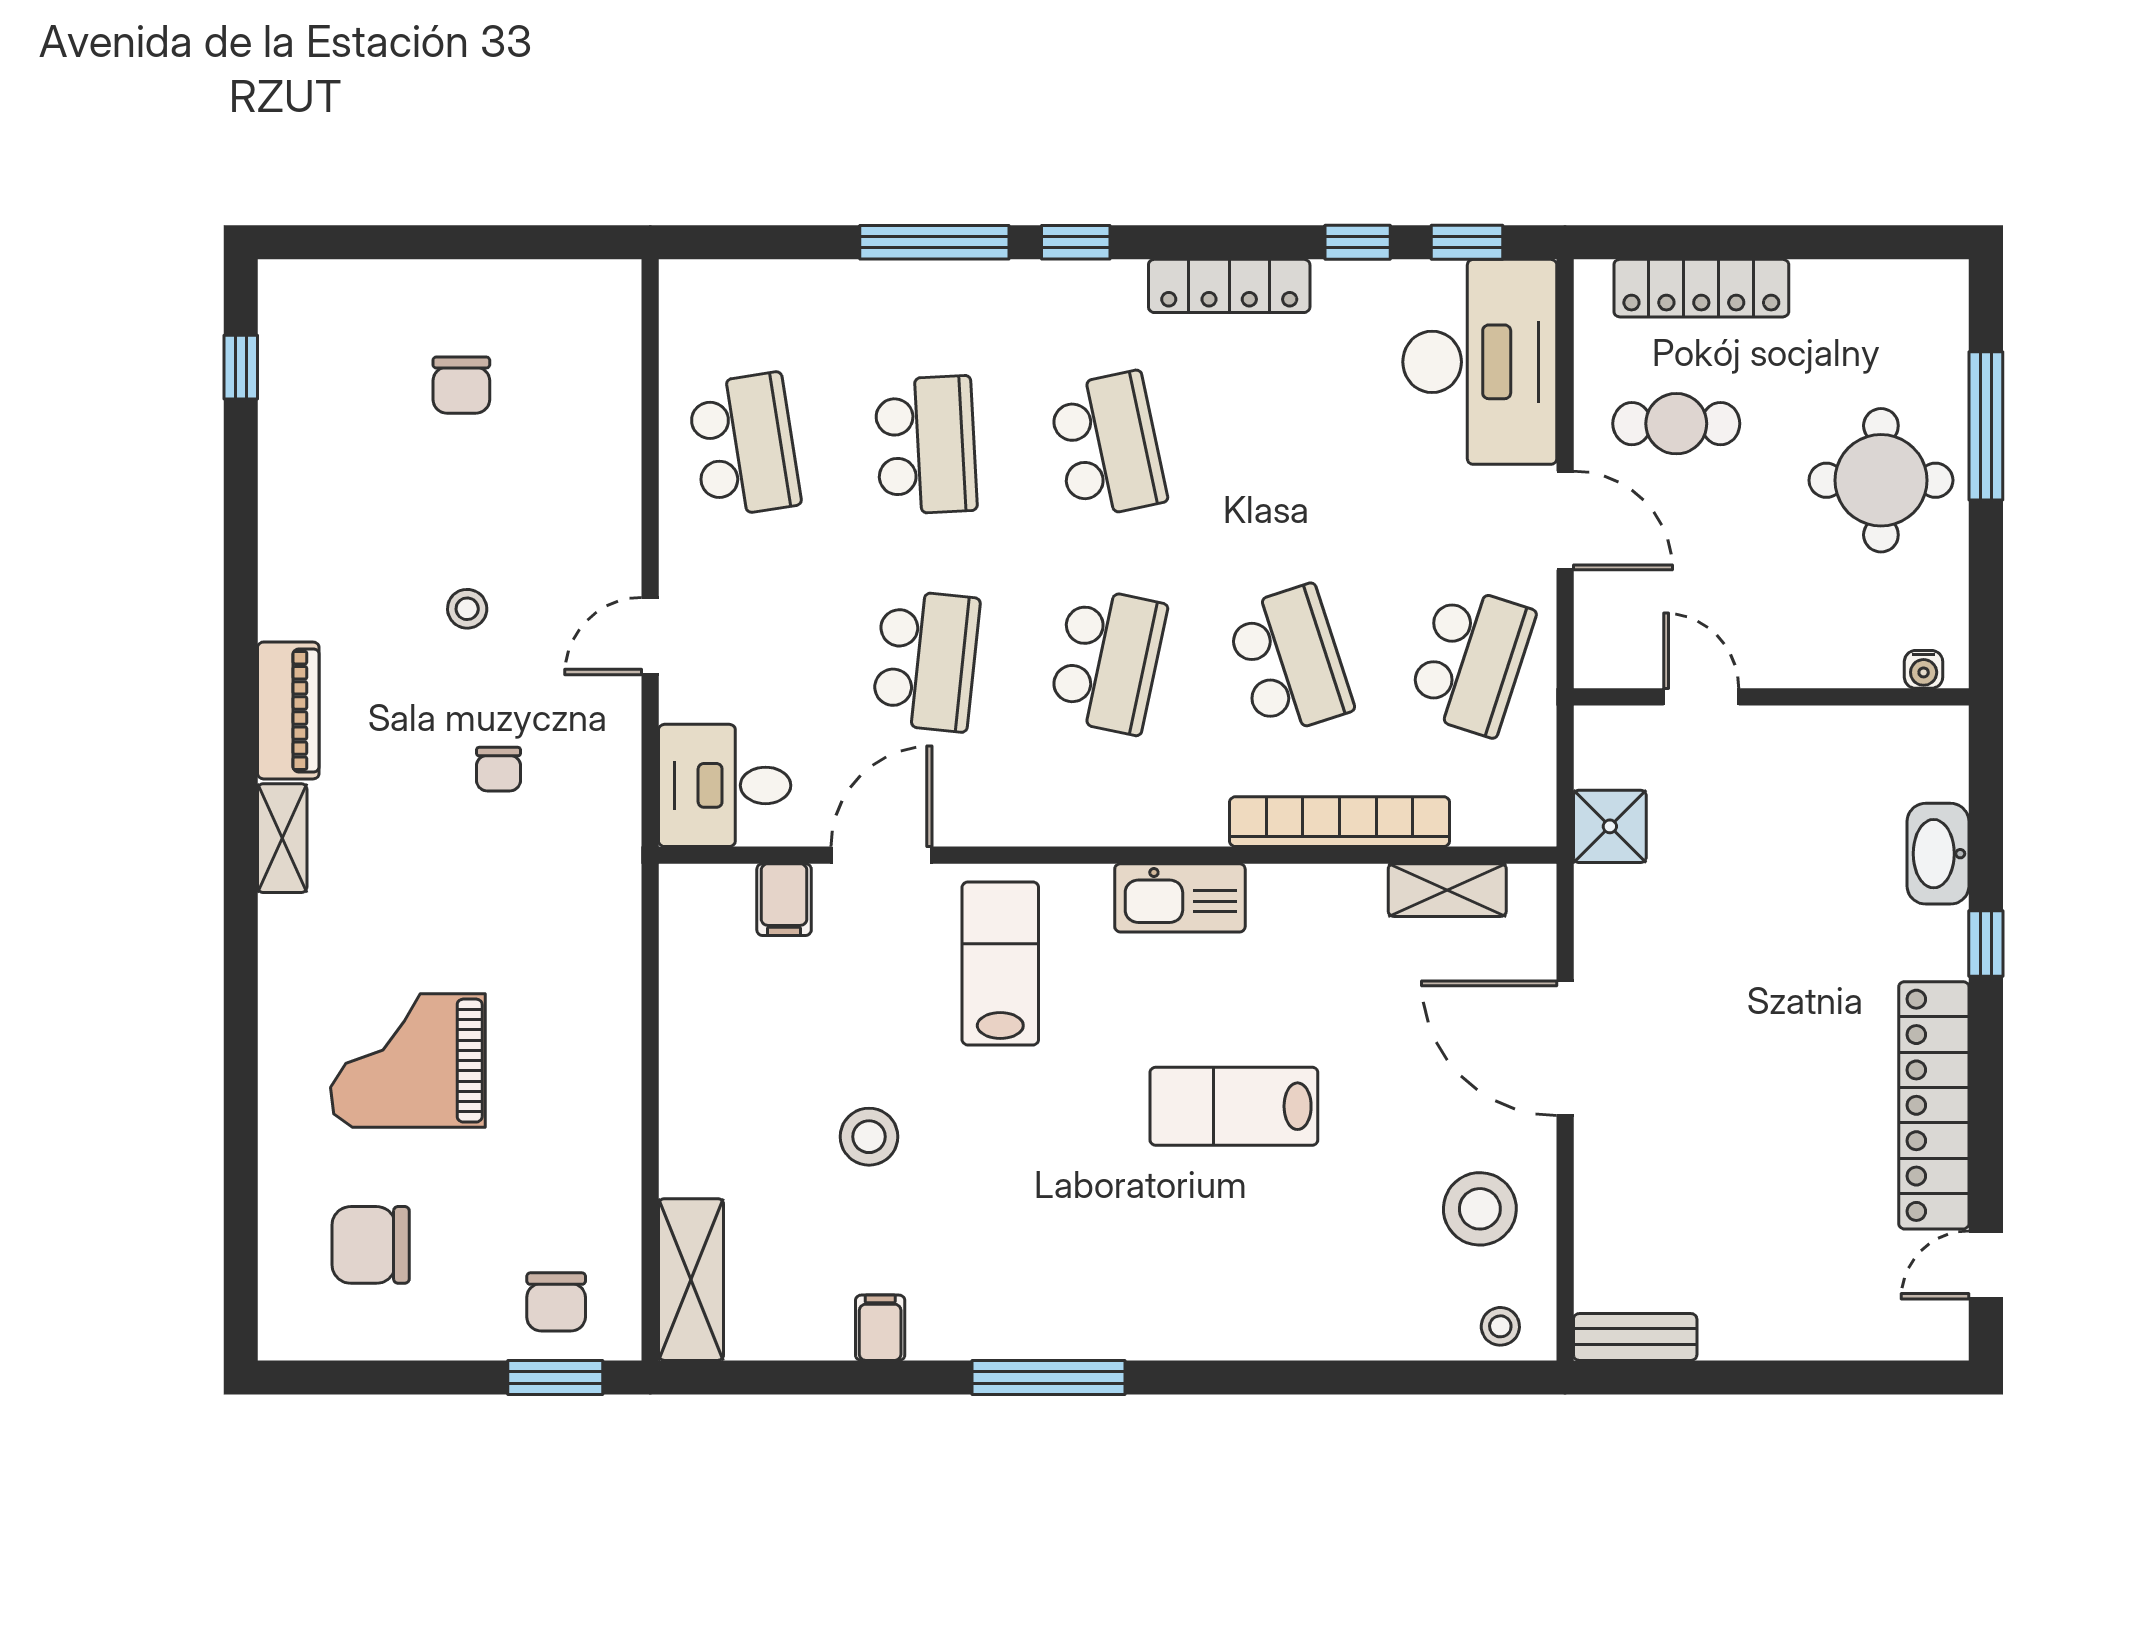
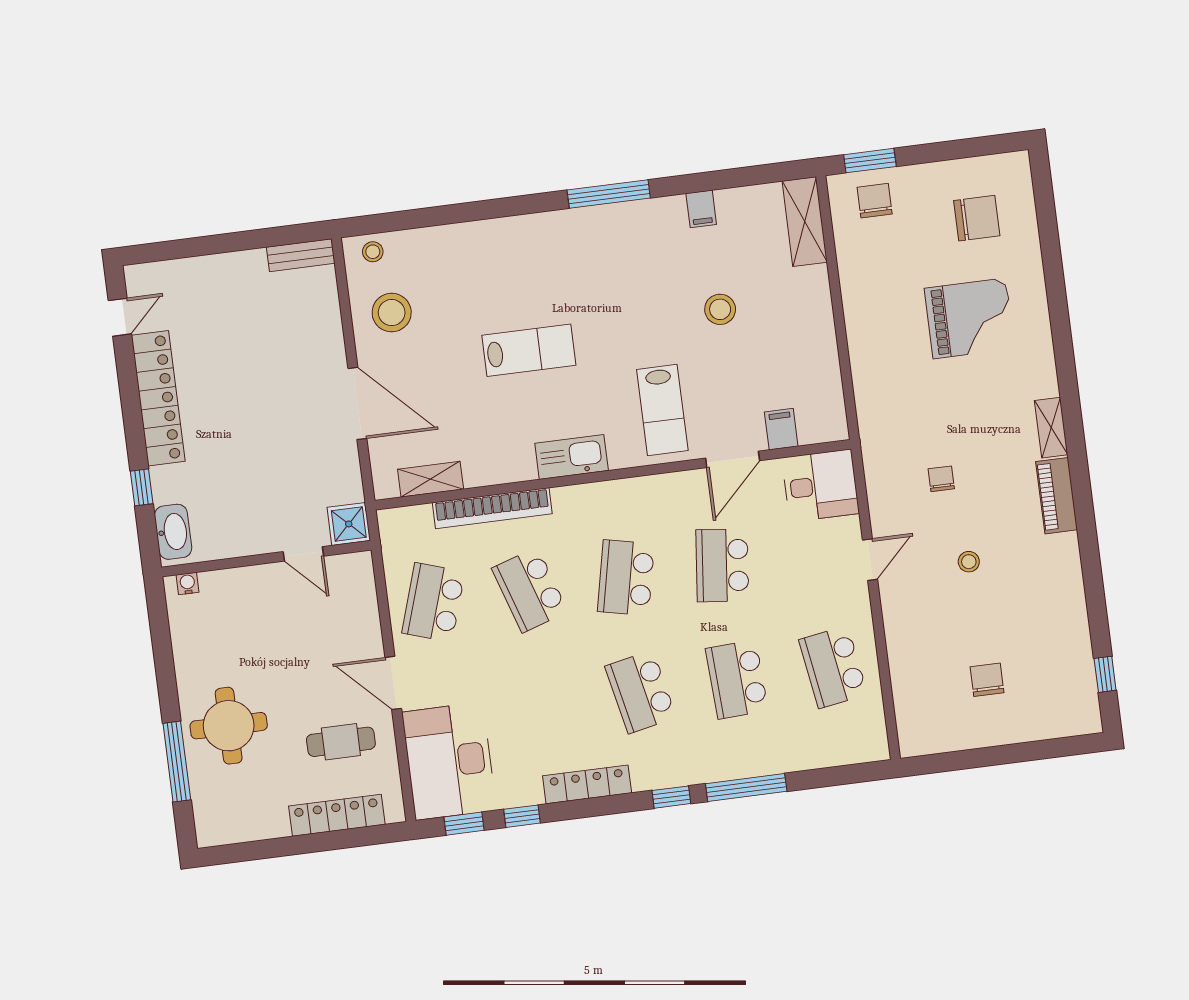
water cooler: (1924, 669) -> (187, 584), moved
door: (1701, 697) -> (303, 554), moved
wall: (1771, 697) -> (266, 559), moved

